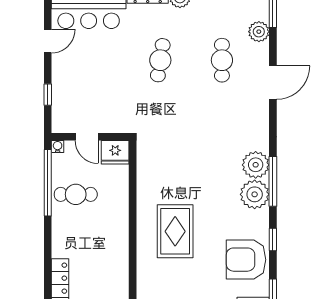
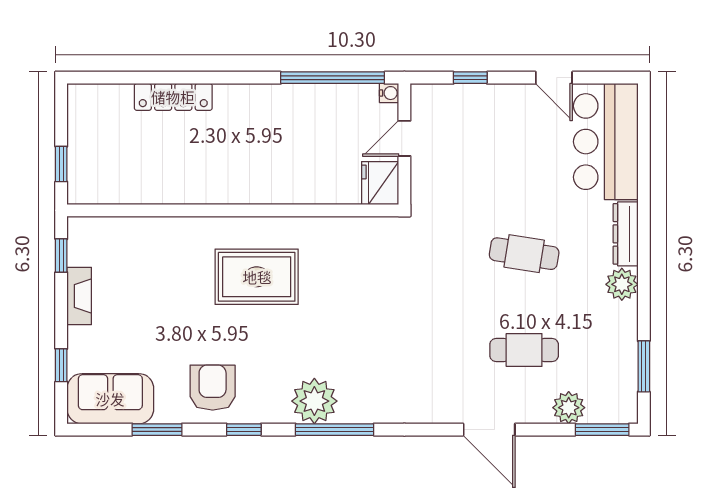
plant: (256, 165) -> (361, 403), removed
cafe table: (76, 194) -> (314, 121), removed
armchair: (246, 260) -> (213, 388), width x0.73, depth x0.73

